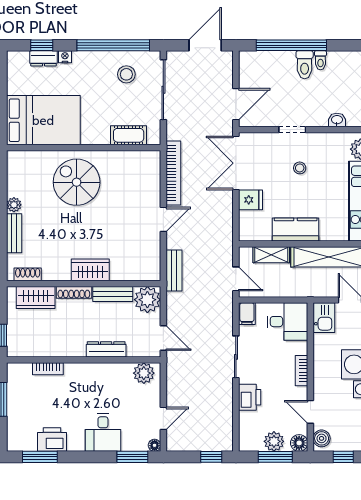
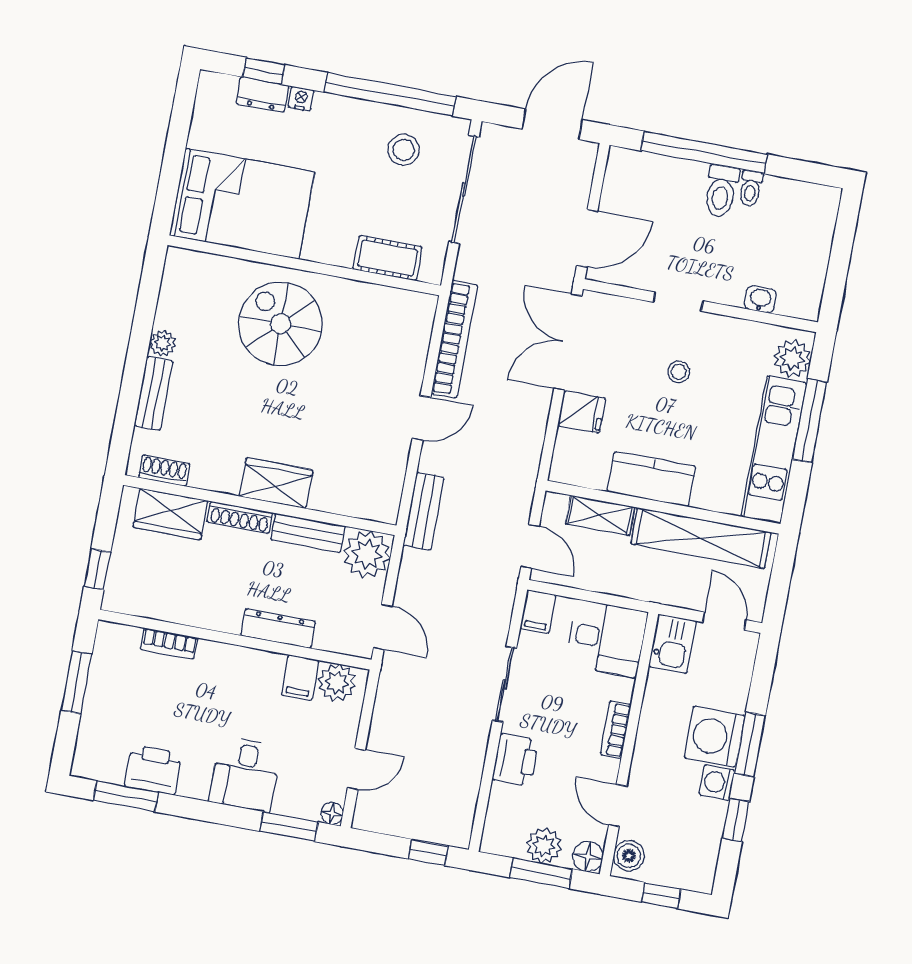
filing cabinet: (123, 374) -> (300, 678), added

